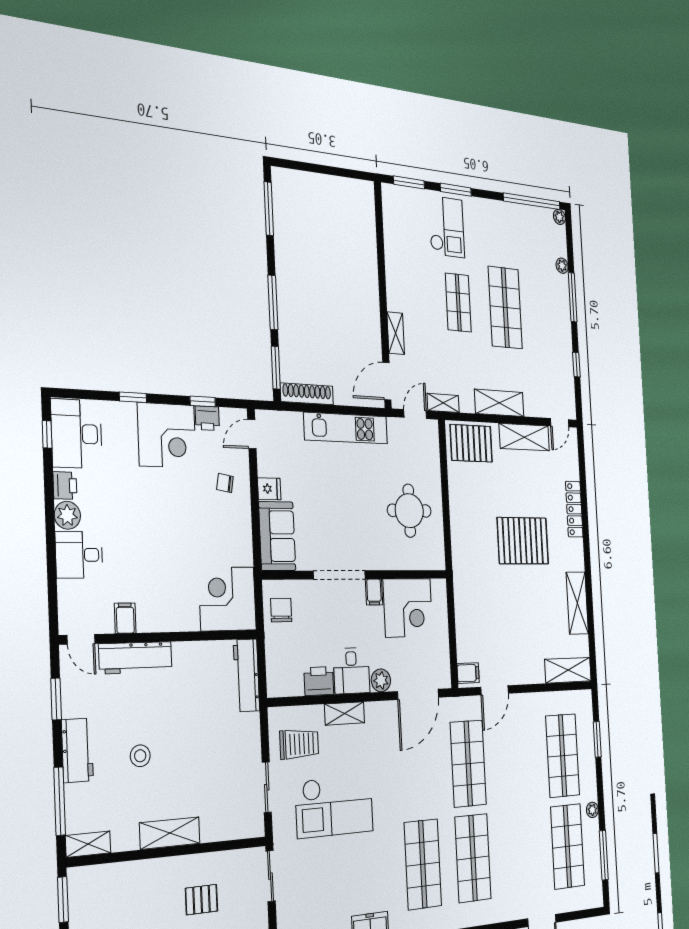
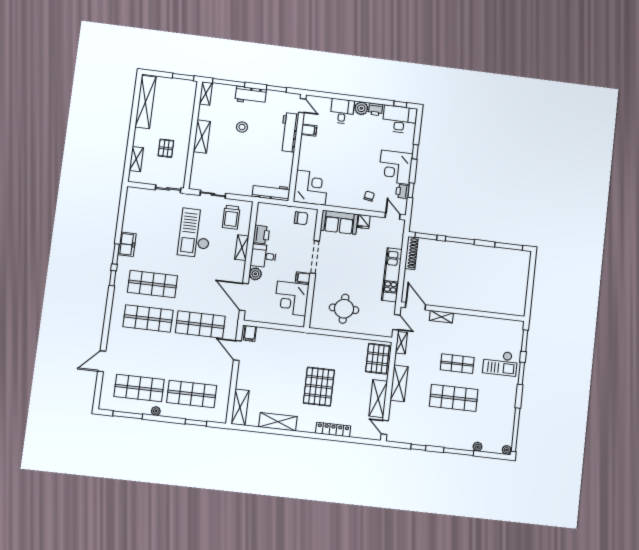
door: (81, 639) -> (302, 106), swing flipped

